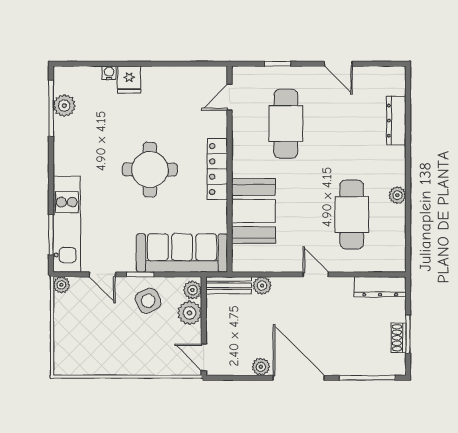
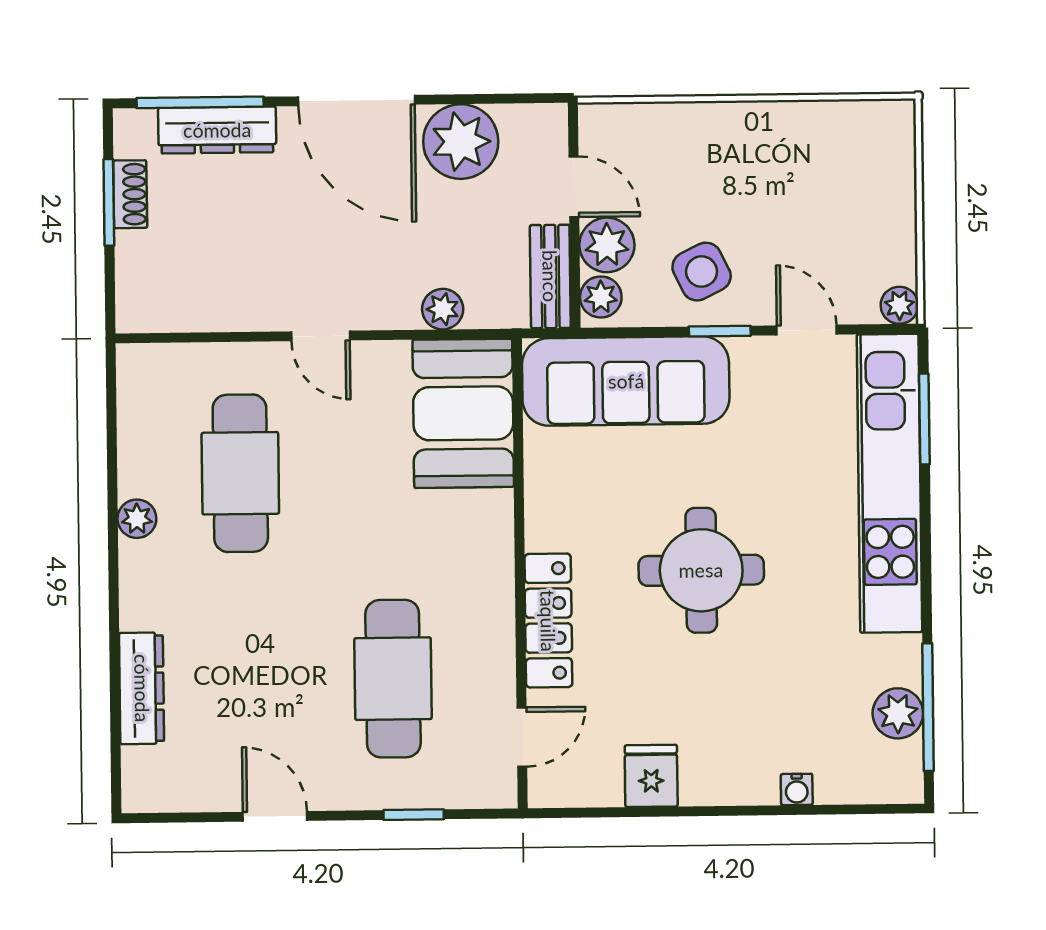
fridge: (129, 79) -> (651, 776), moved
locker: (217, 169) -> (548, 621), moved
booth: (254, 211) -> (463, 413), moved
kitchen unit: (67, 224) -> (889, 483), width x1.36
bench: (229, 285) -> (550, 276), moved, turned 90
dresser: (380, 287) -> (217, 130), moved, turned 180
door: (204, 357) -> (574, 187), moved
plant: (261, 367) -> (461, 142), width x1.88, depth x1.88

